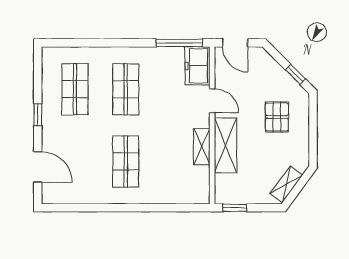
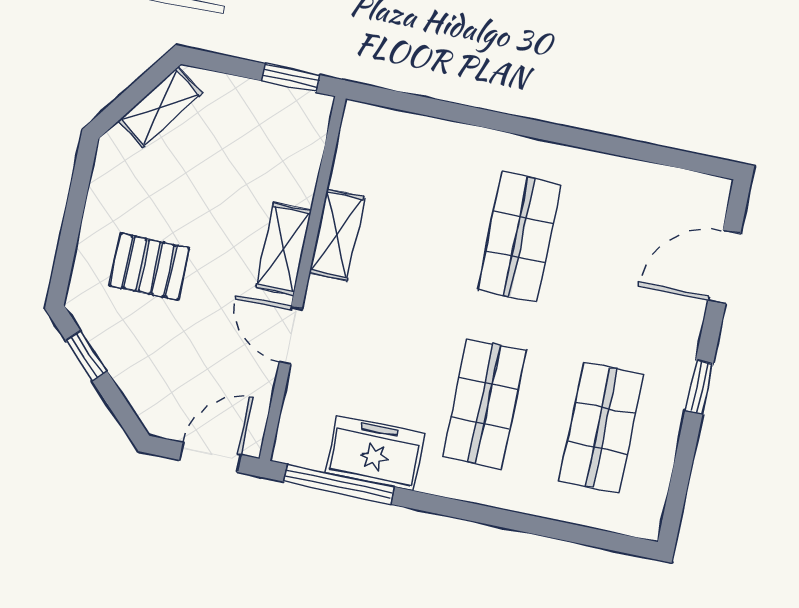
door: (235, 43) -> (210, 457), hinge flipped
freezer: (198, 66) -> (375, 453), moved, turned -90
pallet: (277, 117) -> (149, 267), turned 90
shelving: (225, 145) -> (284, 249), width x0.67, depth x0.75
door: (38, 167) -> (724, 267), hinge flipped

